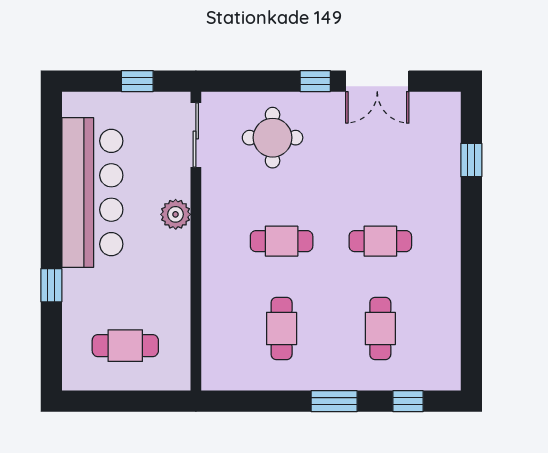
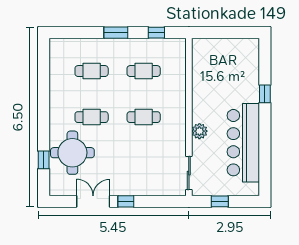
round table: (273, 138) -> (72, 153), moved, width x1.36, depth x1.36
cafe table: (282, 328) -> (144, 71), turned 90
cafe table: (380, 328) -> (92, 71), turned 90
cafe table: (125, 346) -> (226, 62), removed
window: (408, 401) -> (156, 33), moved

